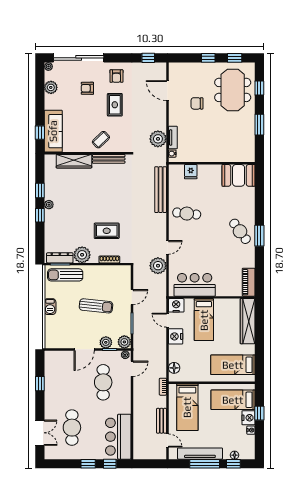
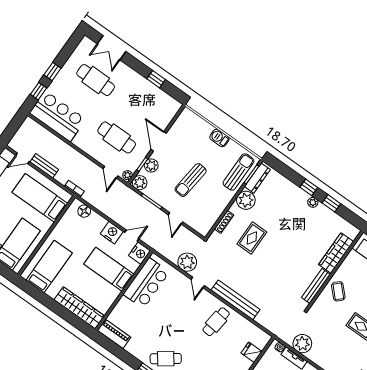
bench: (161, 190) -> (235, 300), moved

